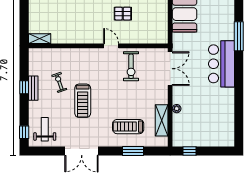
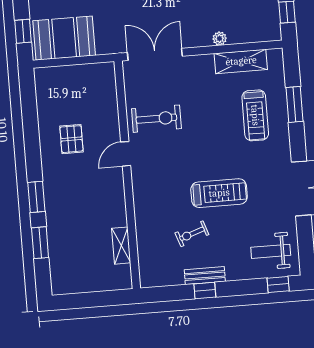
shelving: (40, 39) -> (121, 246), moved

